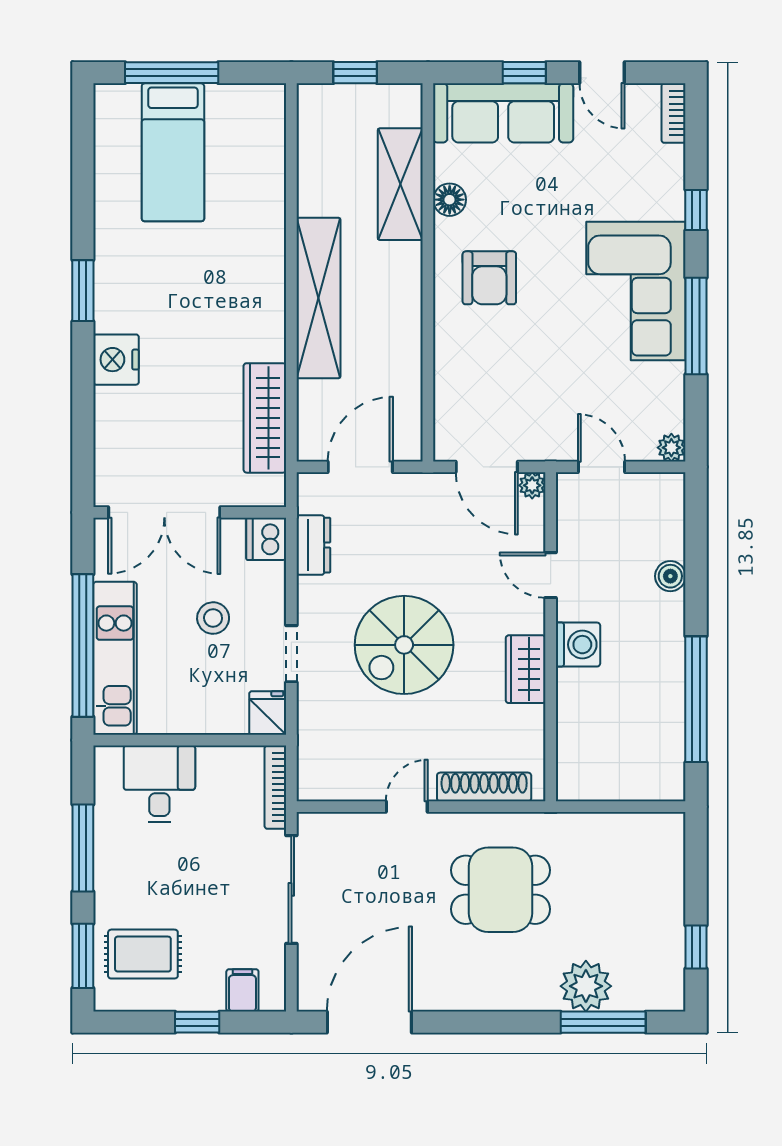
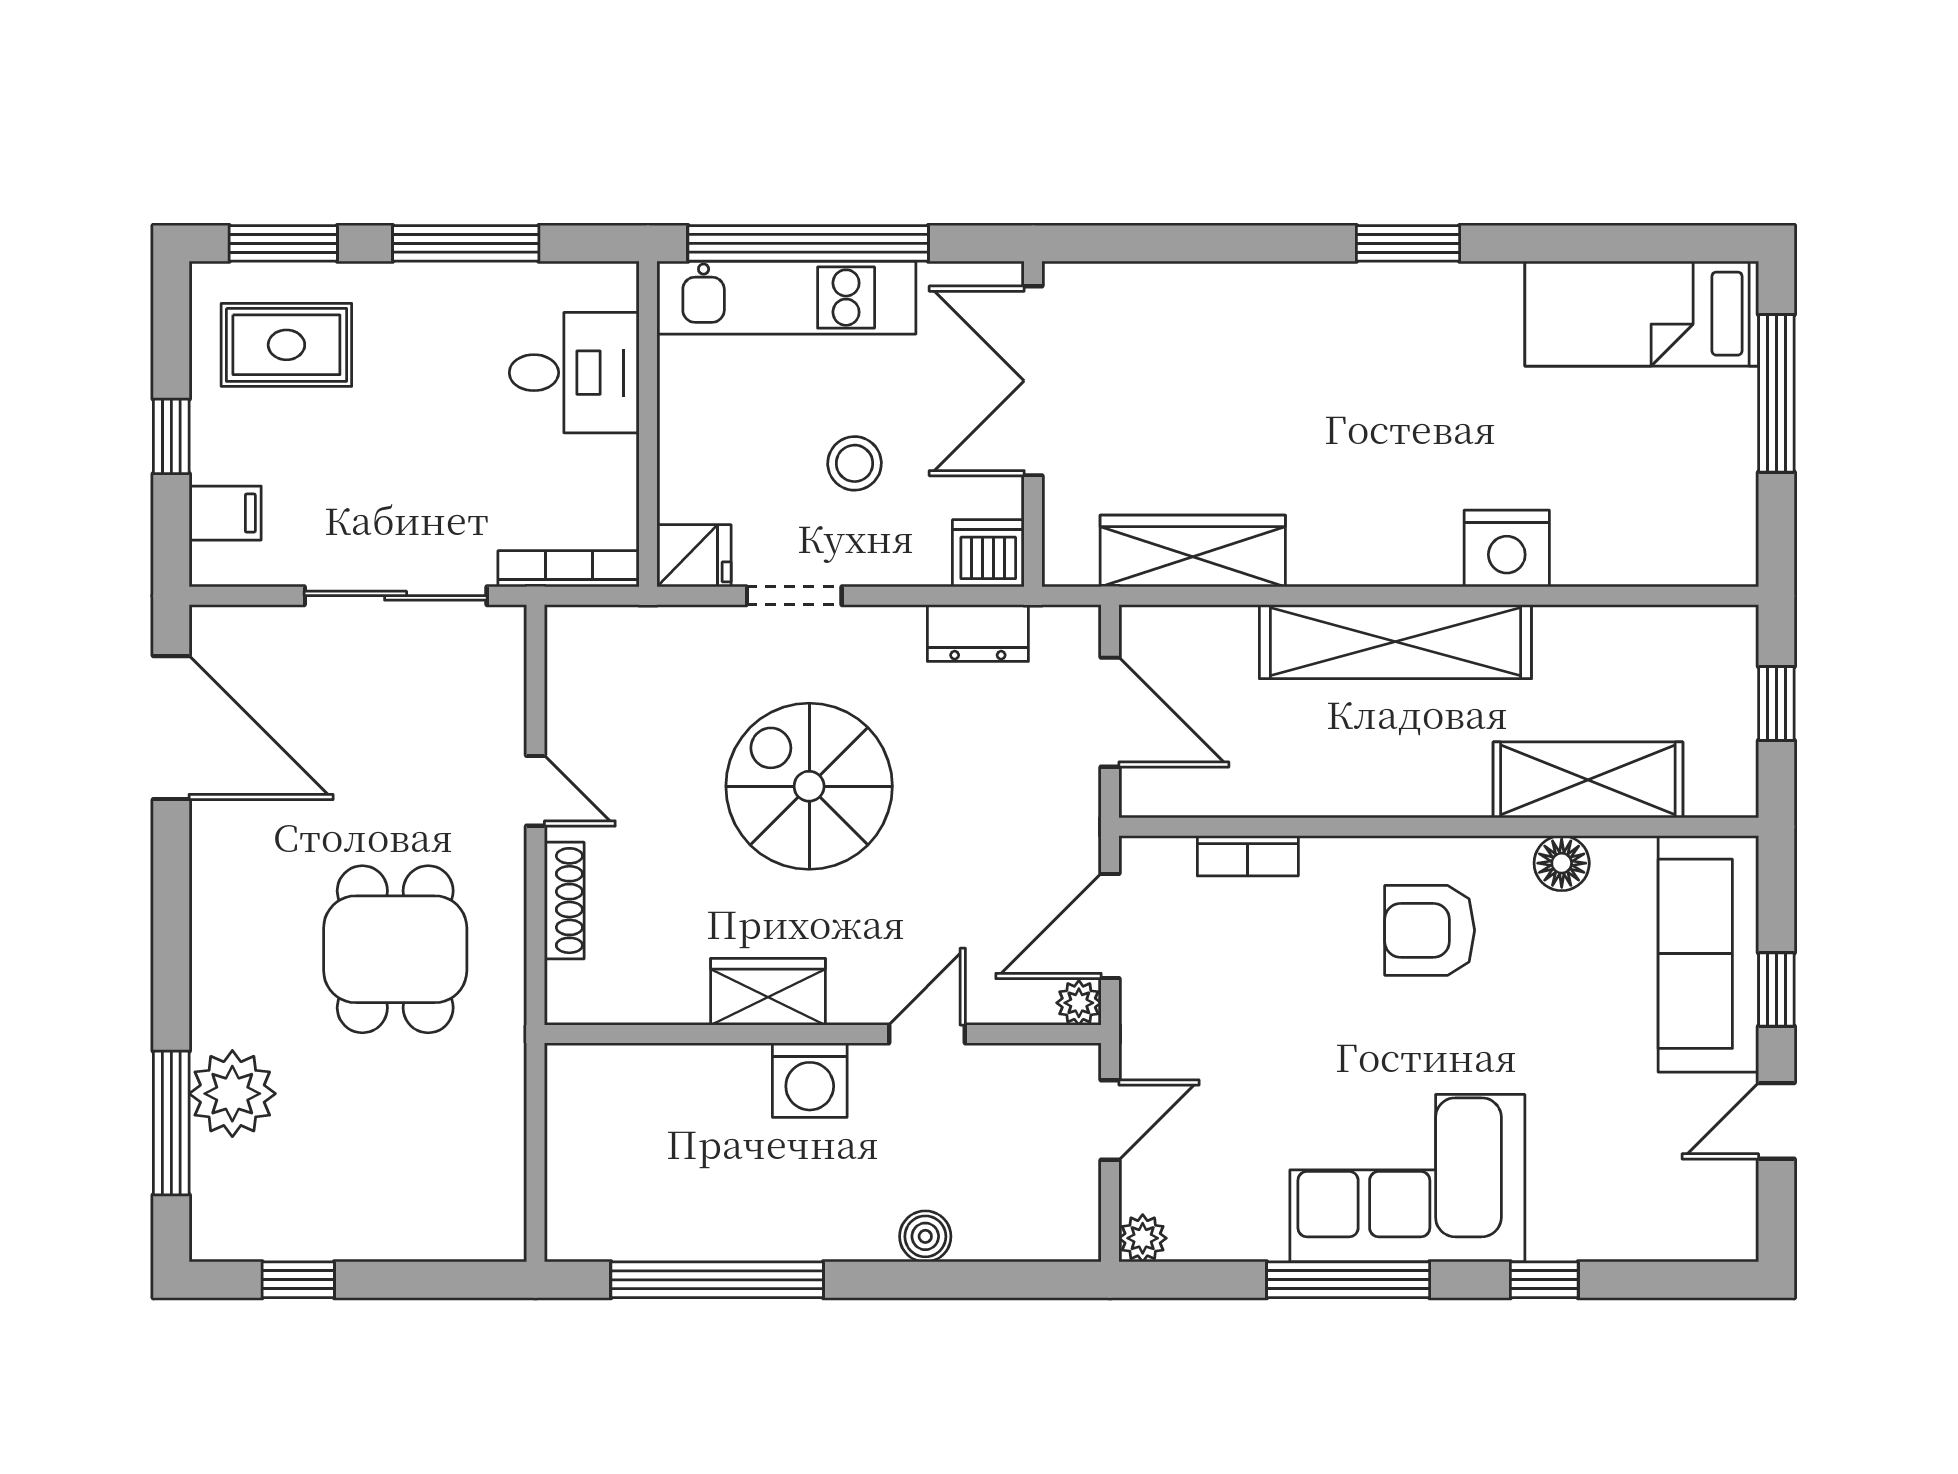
bookcase: (674, 113) -> (1248, 856), moved, turned 180
bed: (173, 152) -> (1642, 314), moved
nightstand: (116, 360) -> (1507, 548), moved, turned 180
shoe rack: (484, 787) -> (564, 901), width x0.74, depth x0.81
rug: (143, 954) -> (286, 345), turned 90

